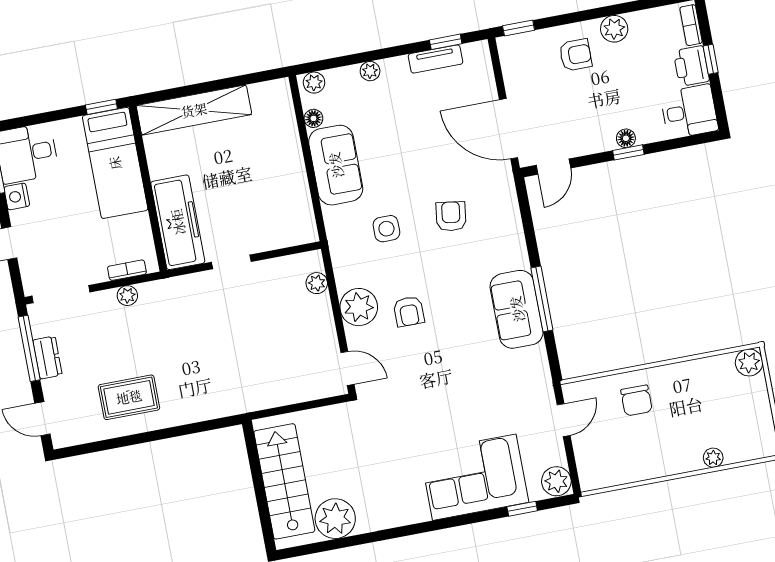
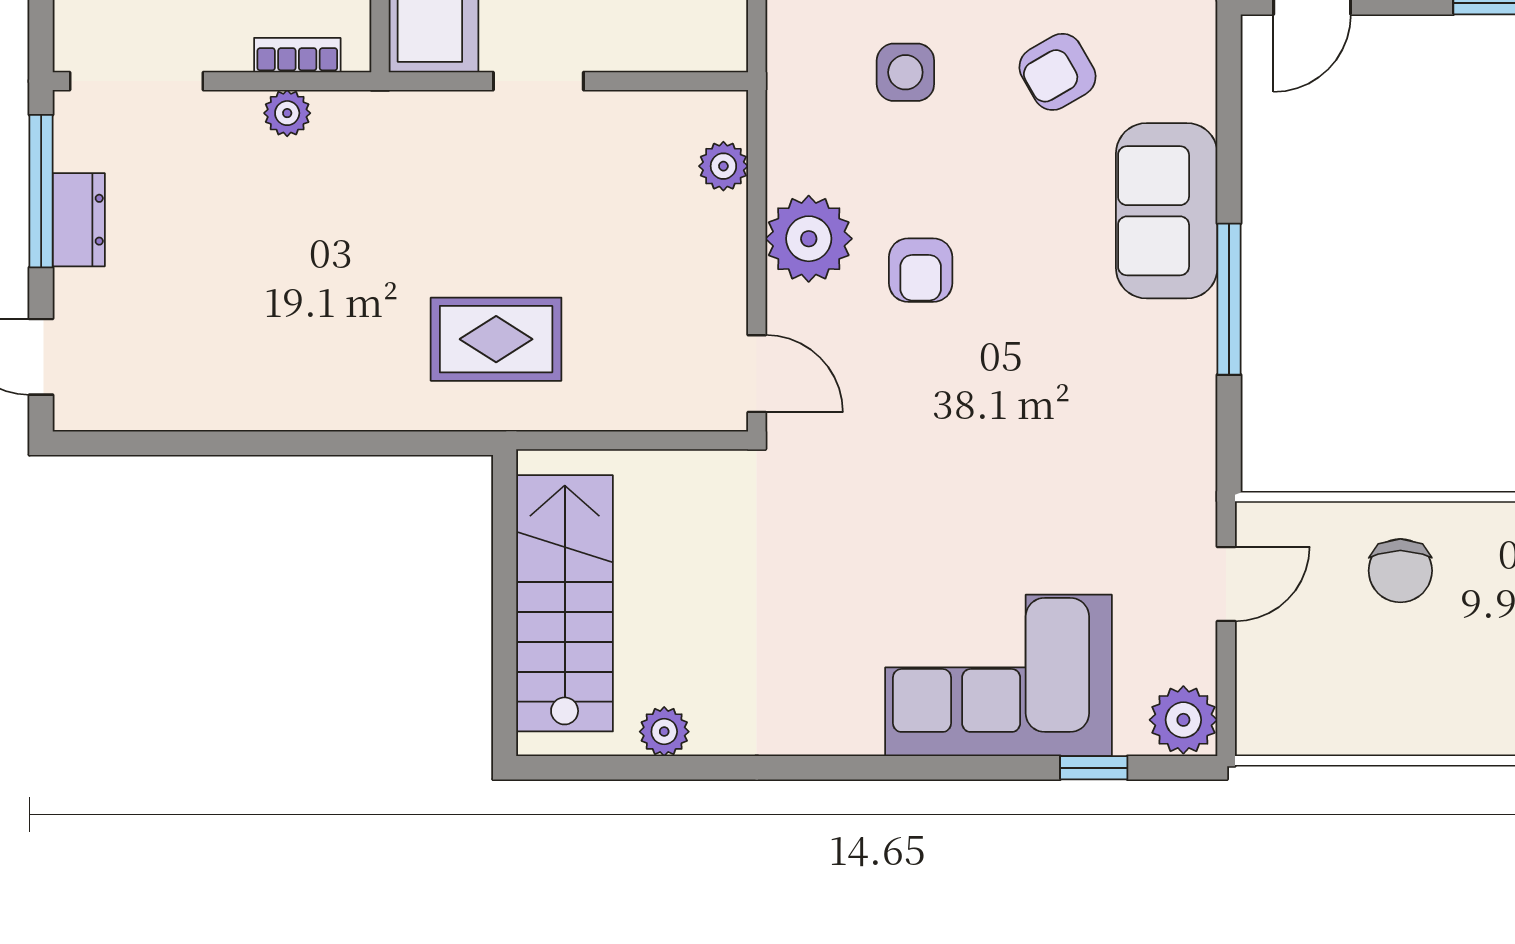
armchair: (451, 216) -> (1058, 72), turned -128
sofa: (517, 309) -> (1167, 211), moved
rug: (129, 397) -> (496, 339), moved
plant: (335, 519) -> (664, 732), width x0.53, depth x0.53

